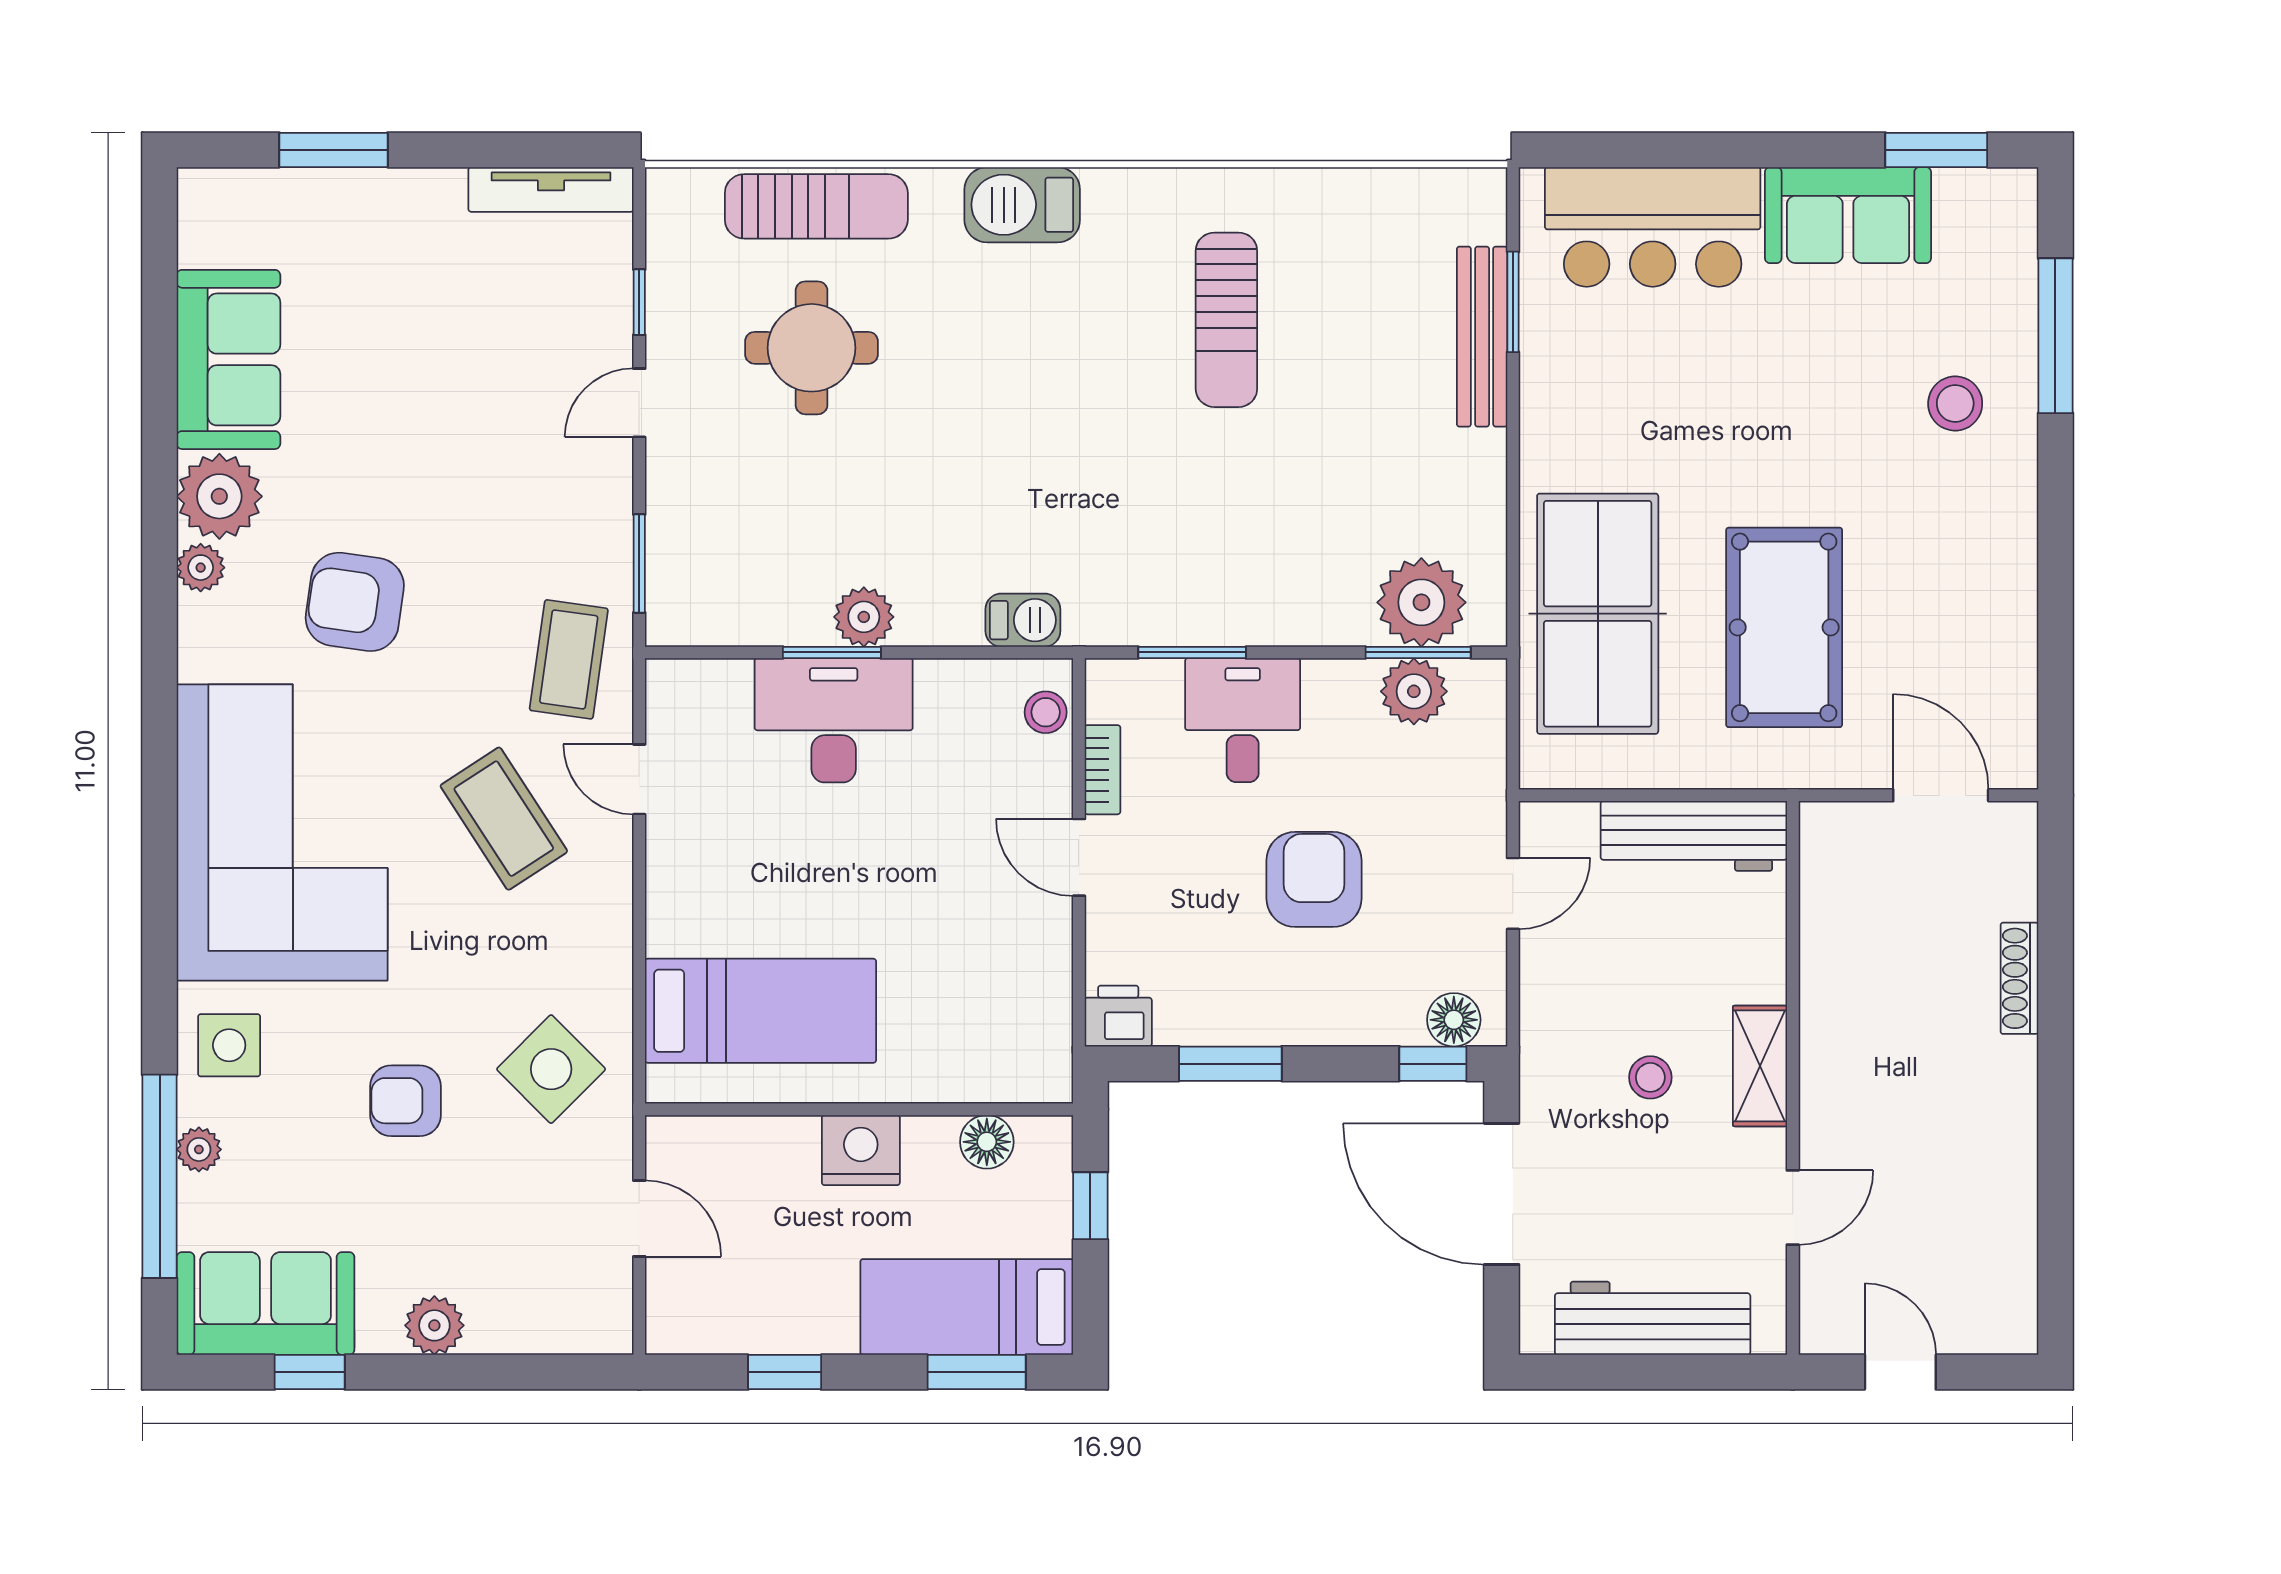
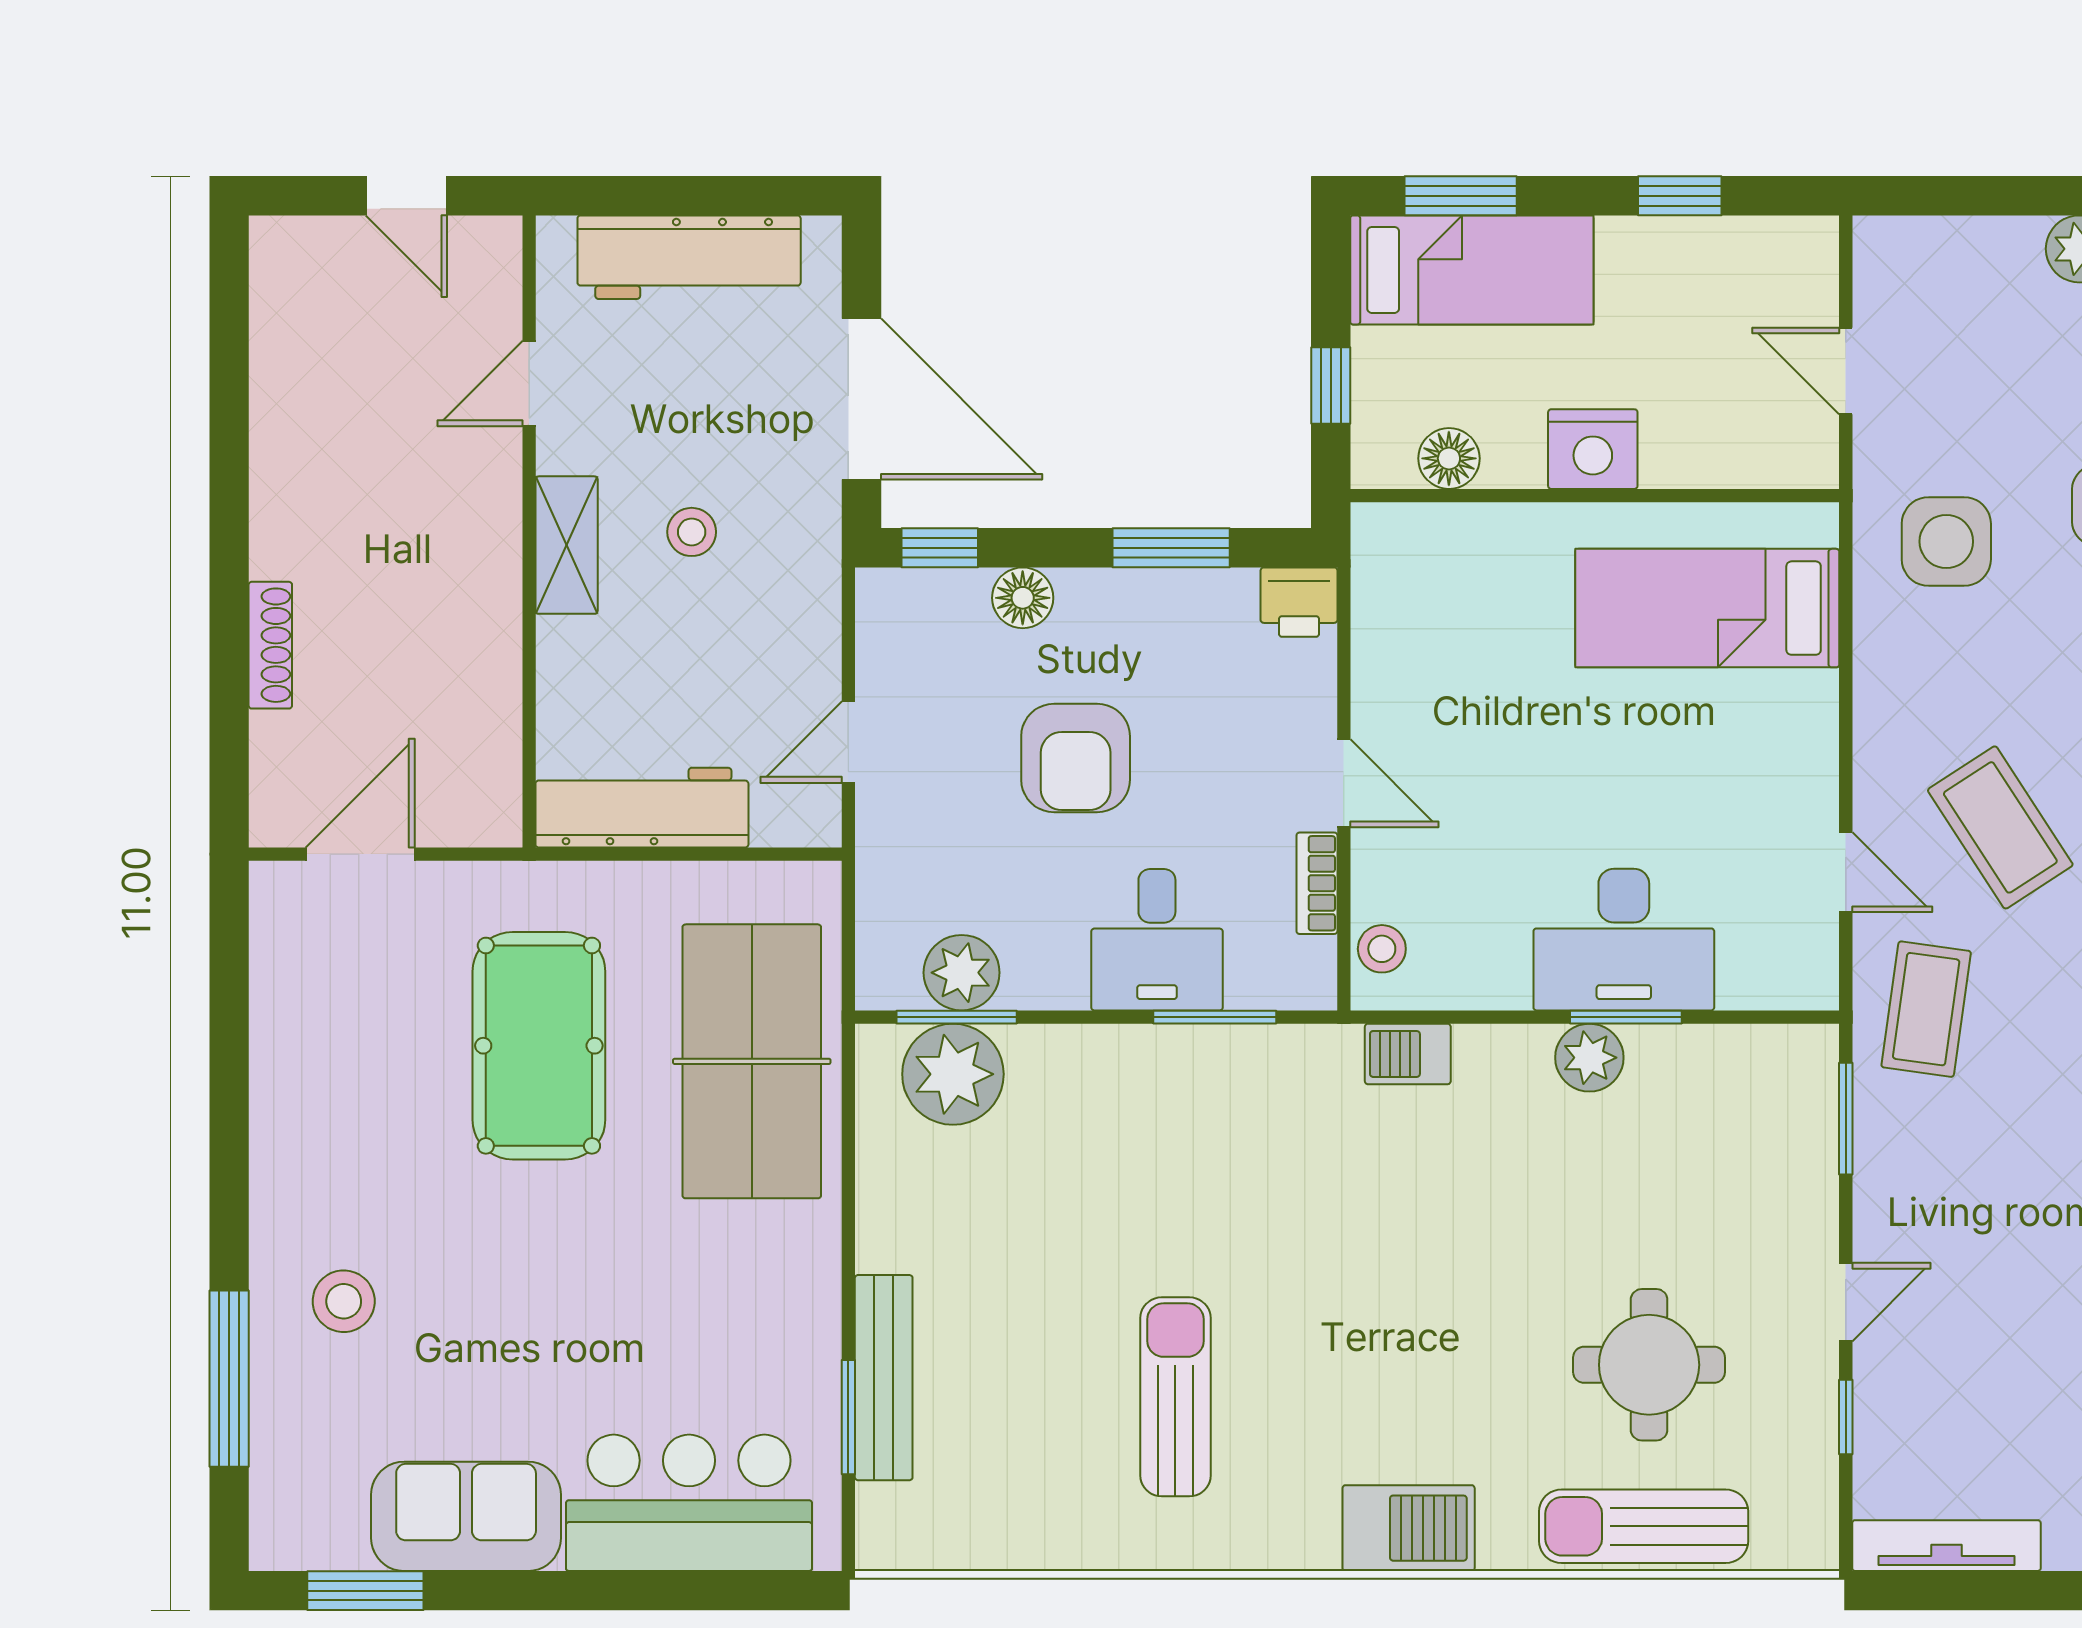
door: (1941, 795) -> (360, 854), swing flipped
floor lamp: (1454, 1020) -> (1023, 598), moved
side table: (551, 1069) -> (1946, 541), turned 45

